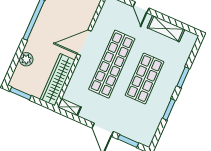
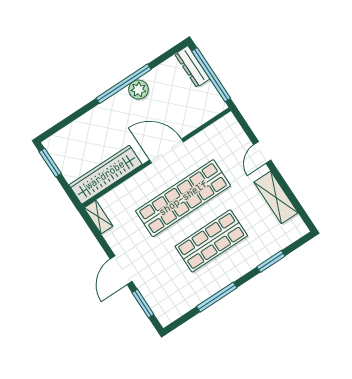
plant: (26, 59) -> (138, 90), moved
window: (183, 77) -> (271, 261), moved
window: (169, 109) -> (217, 297), width x1.44

